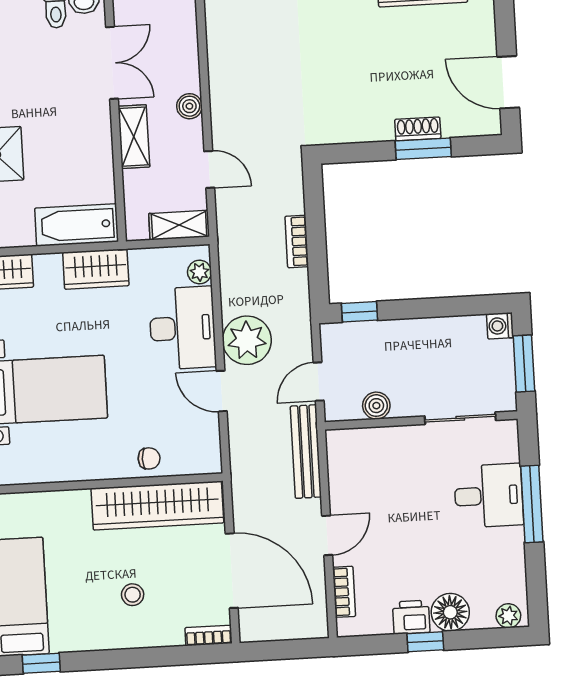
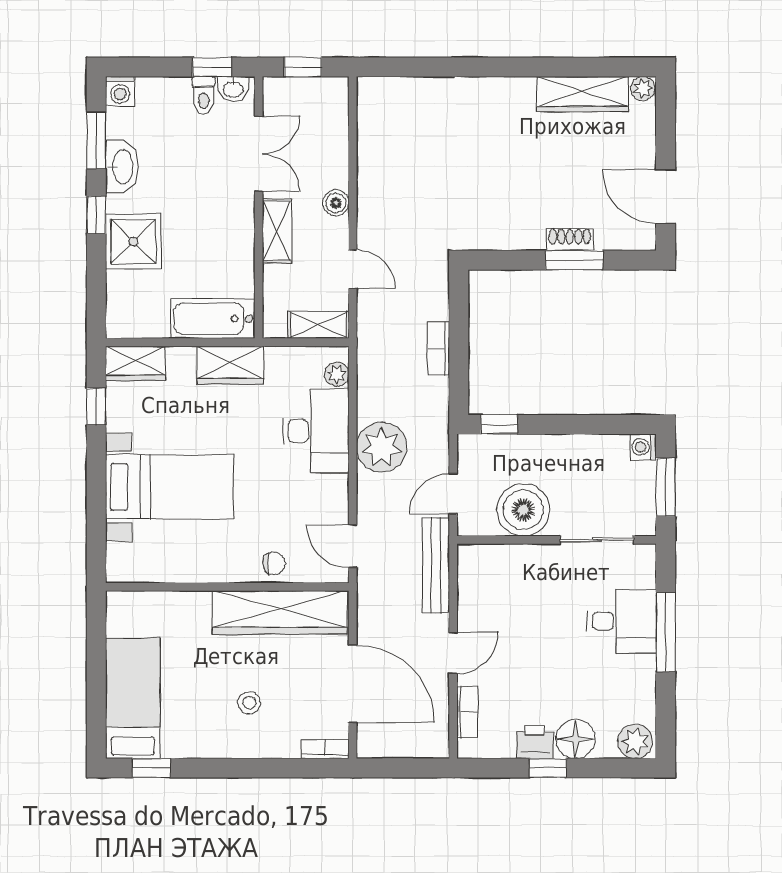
door: (222, 391) -> (353, 546), moved
boiler: (376, 406) -> (523, 510), width x1.86, depth x1.86
plant: (508, 616) -> (635, 741), width x1.38, depth x1.38

